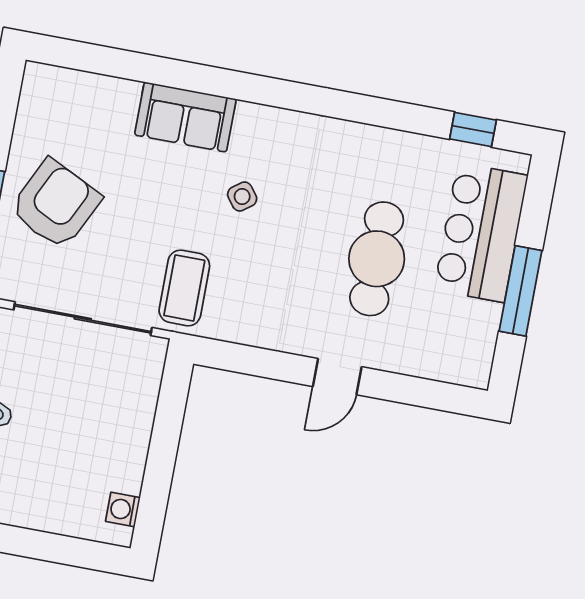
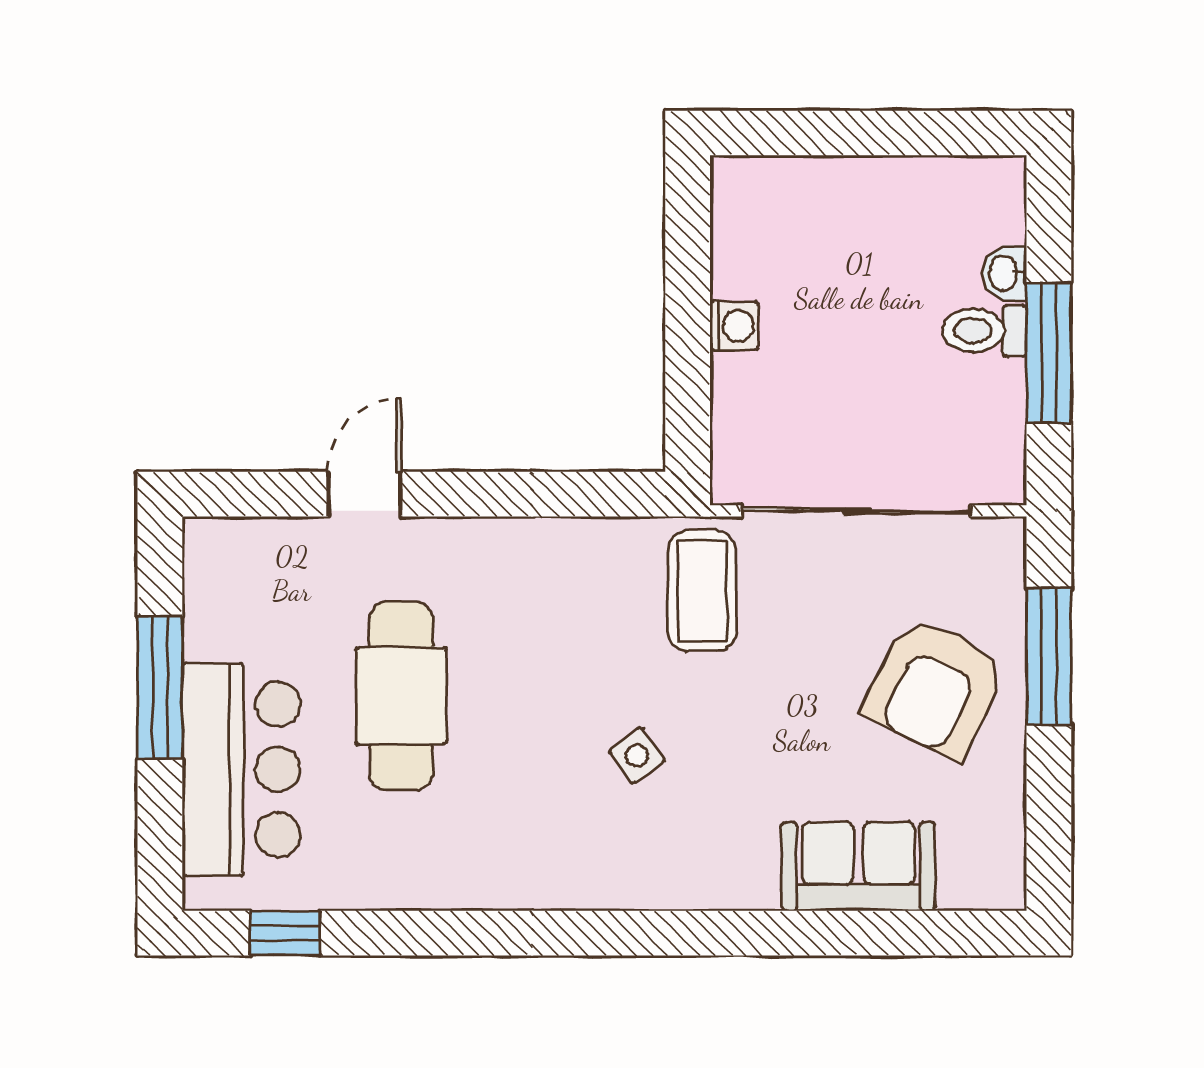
sofa: (185, 117) -> (858, 867), moved
door: (337, 377) -> (364, 494), moved
washing machine: (123, 509) -> (734, 326), moved

